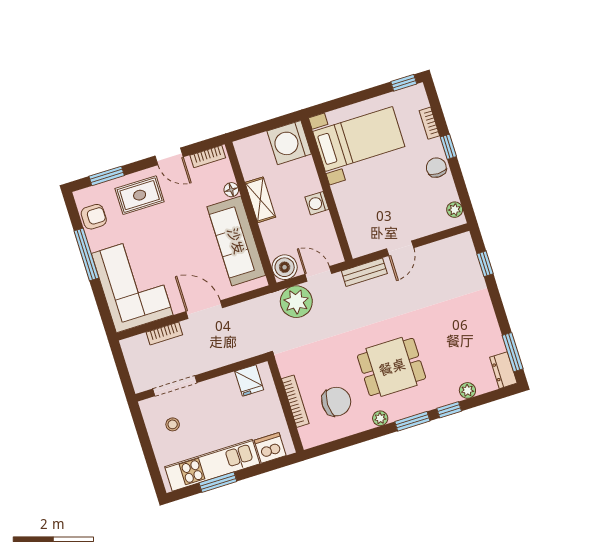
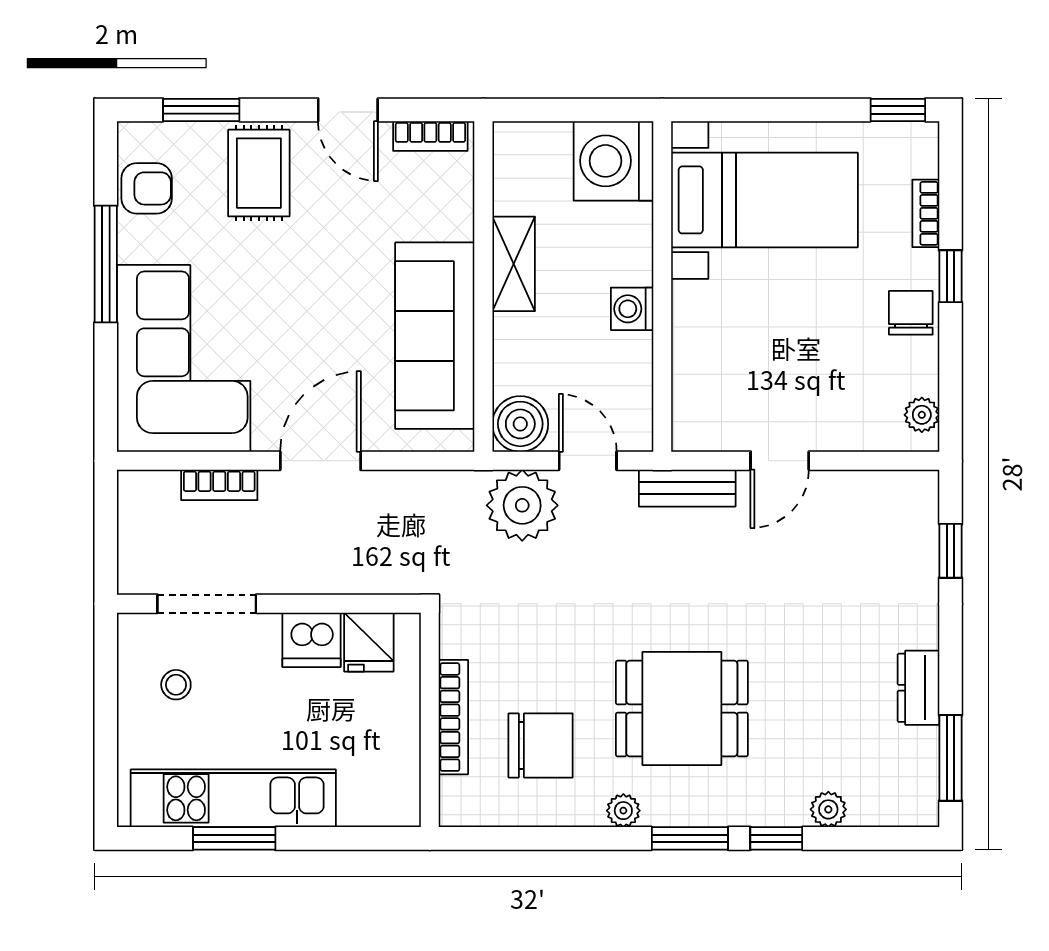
floor lamp: (231, 190) -> (458, 223), removed
rug: (140, 195) -> (259, 173), turned 90
door: (204, 310) -> (320, 461), hinge flipped
dresser: (503, 370) -> (918, 688), moved
dishwasher: (270, 448) -> (311, 640), moved, turned 180

